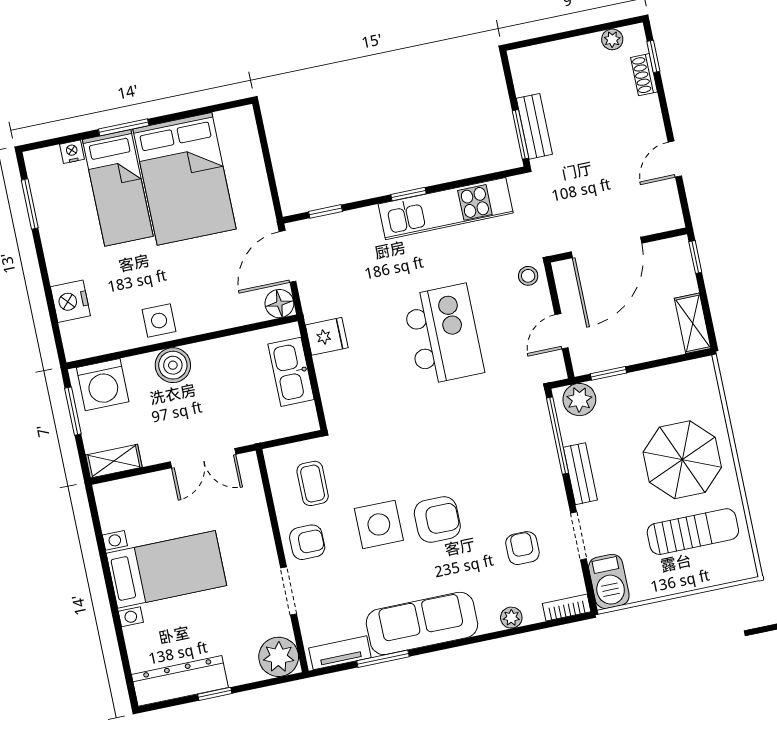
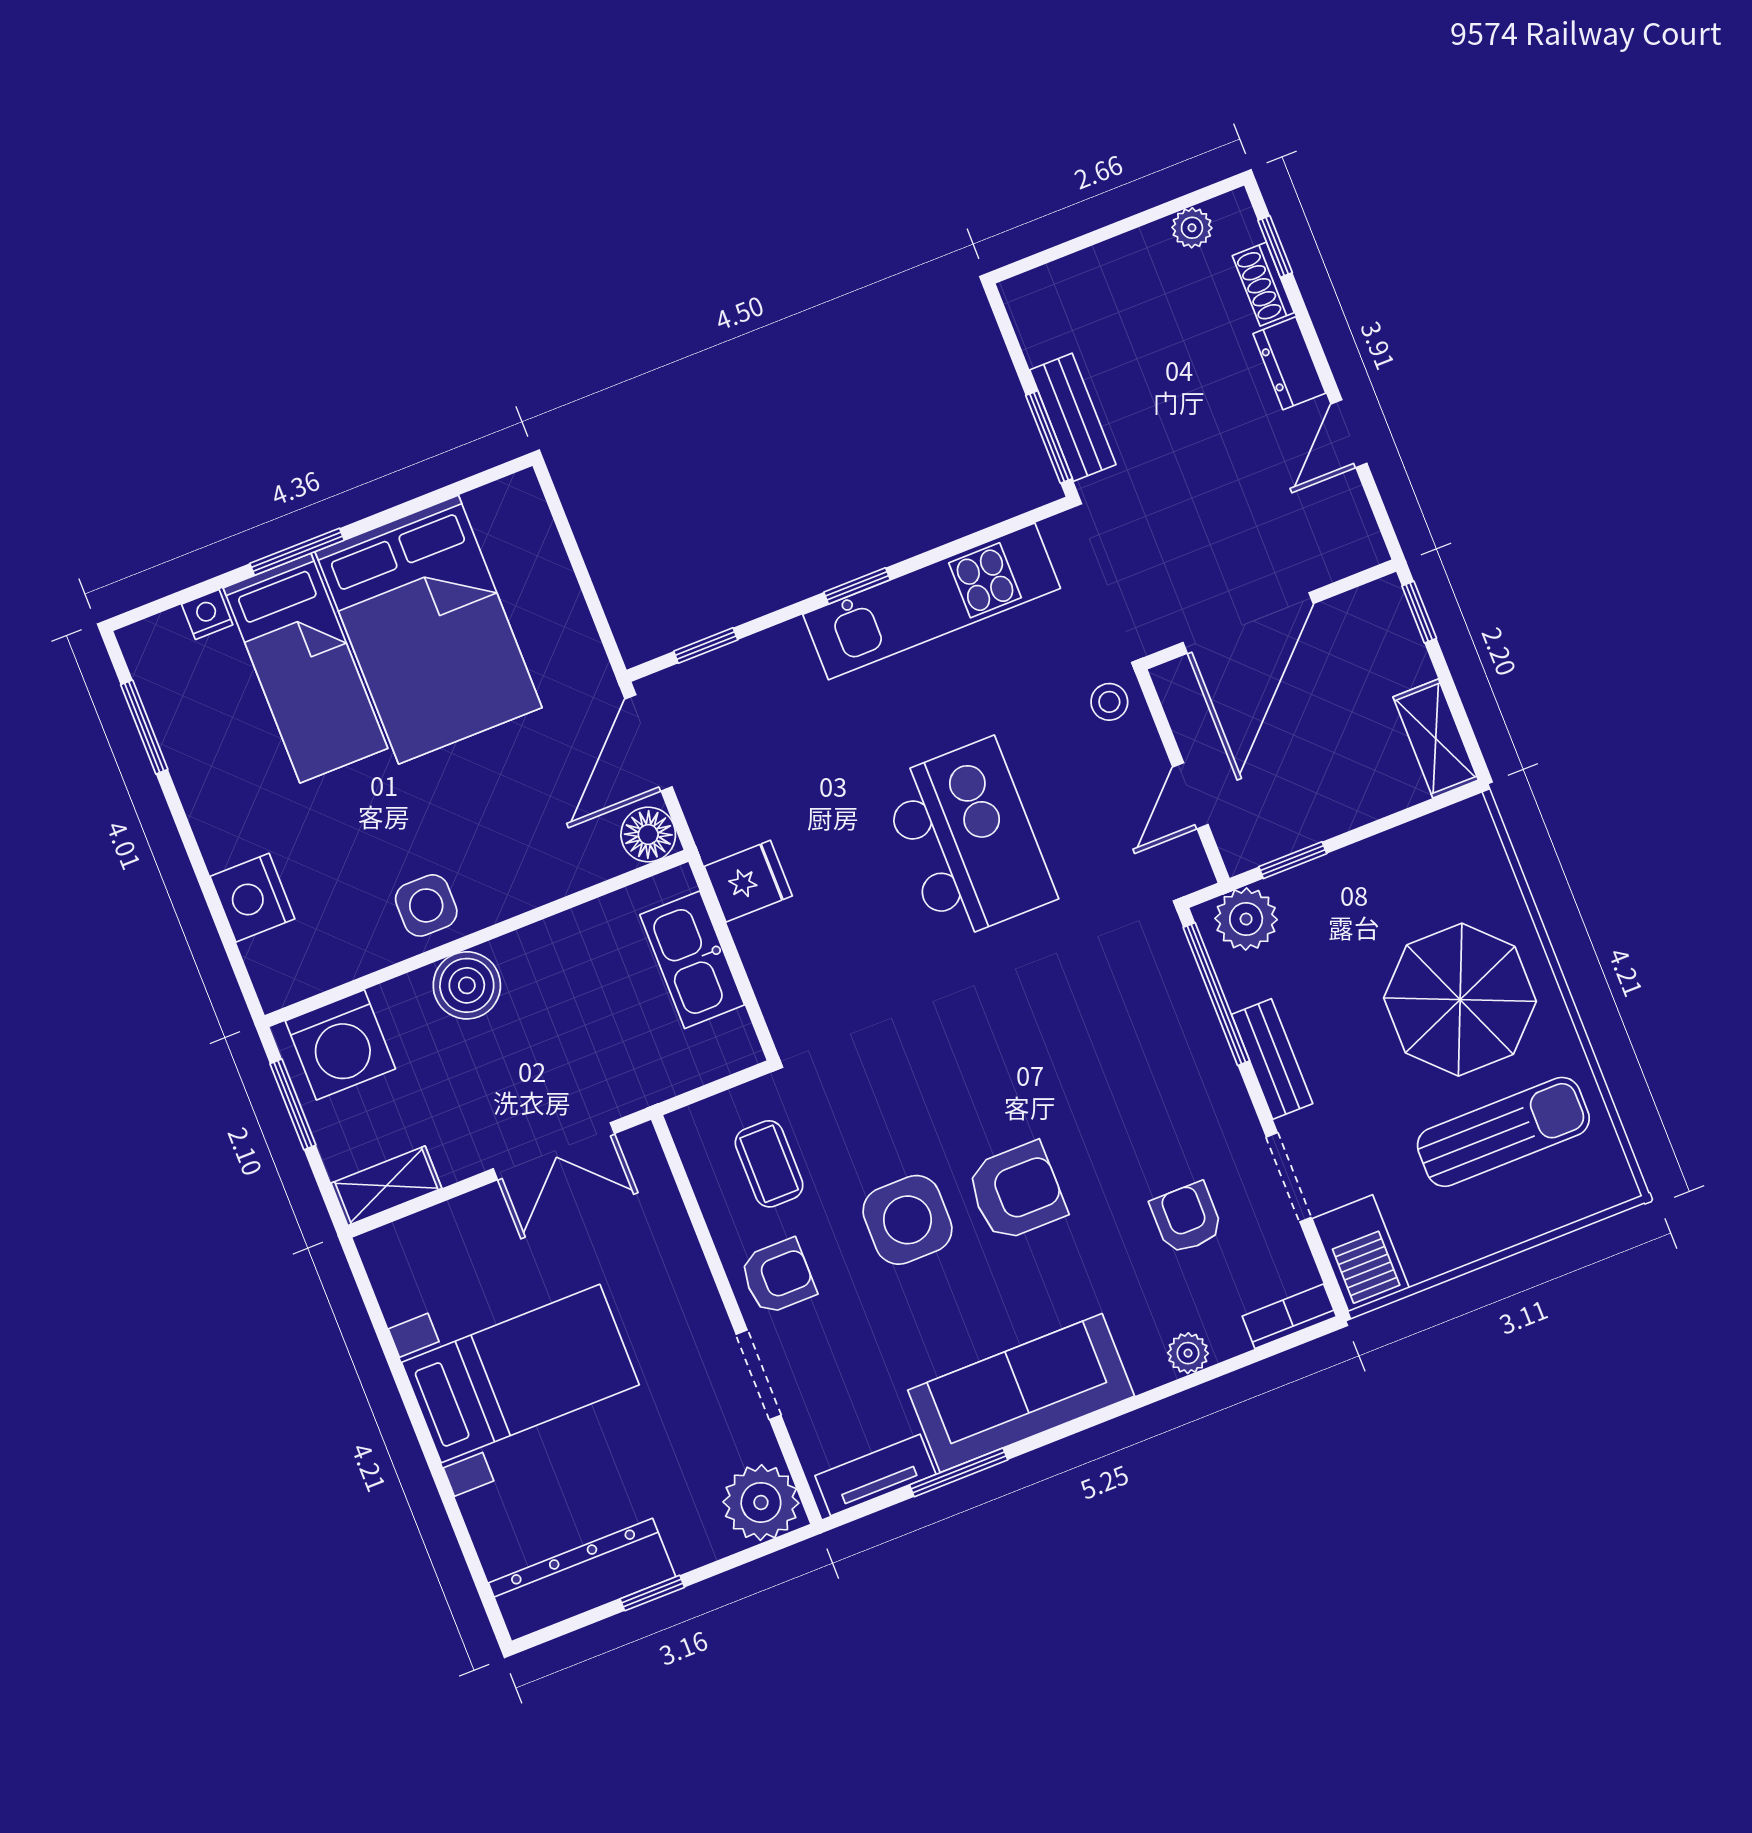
dresser: (650, 118) -> (1289, 363), added

